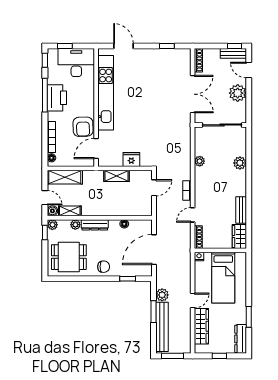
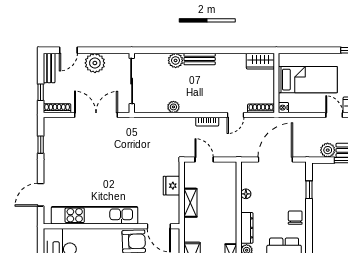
window: (235, 46) -> (41, 92), moved
bench: (241, 210) -> (200, 59), moved
door: (193, 215) -> (236, 115), hinge flipped
door: (154, 250) -> (275, 159), swing flipped

